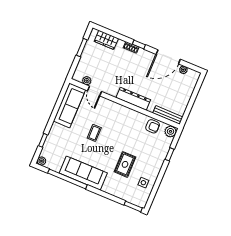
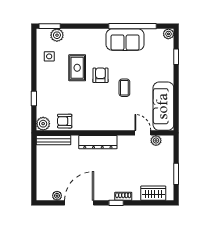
armchair: (109, 151) -> (100, 75), added
sofa: (83, 173) -> (125, 40), width x0.73
plant: (130, 197) -> (57, 35), added

